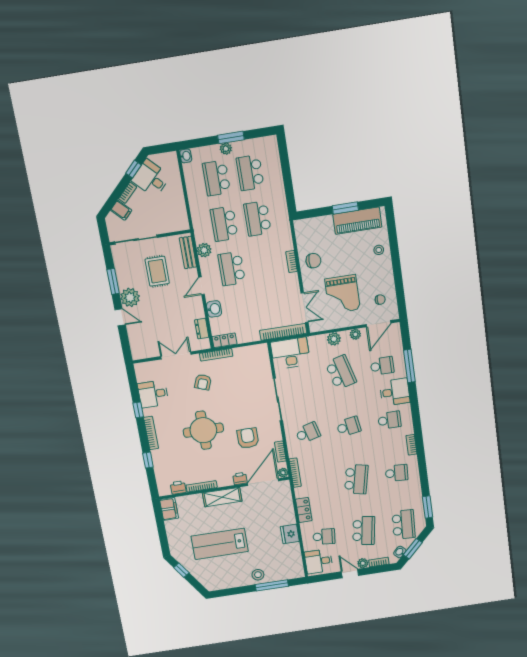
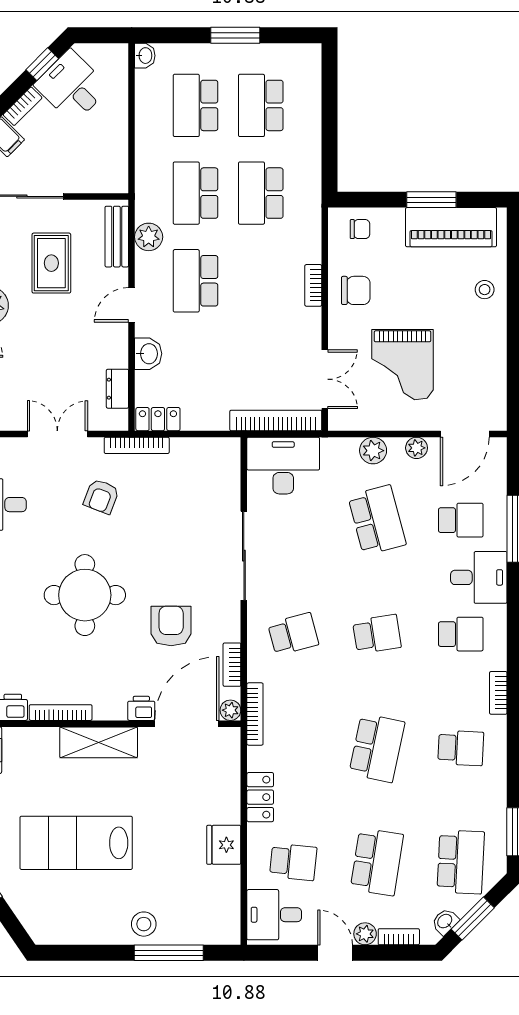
plant: (226, 149) -> (222, 54), removed
chair: (380, 300) -> (360, 229), moved

